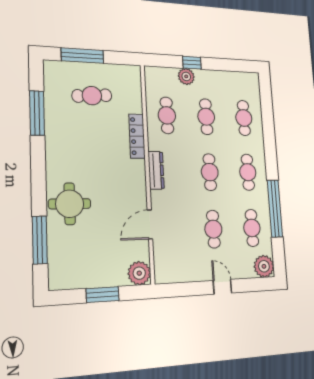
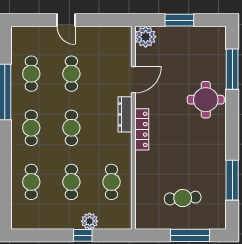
locker: (137, 136) -> (142, 129), moved
dresser: (156, 170) -> (125, 114), moved
plant: (264, 266) -> (22, 37), removed

